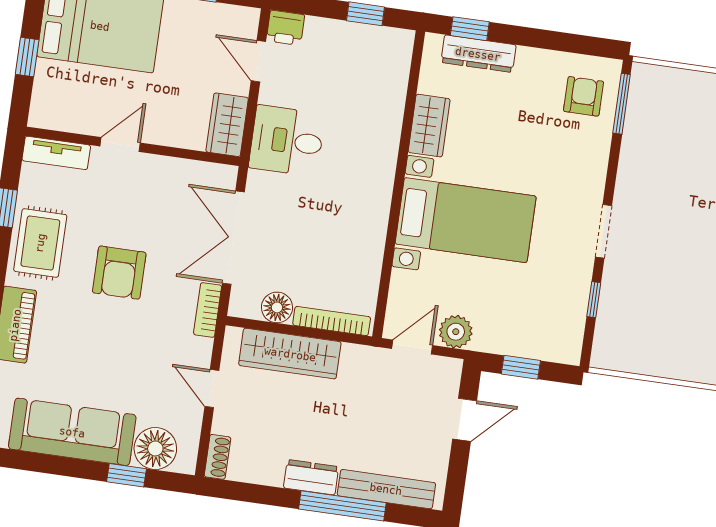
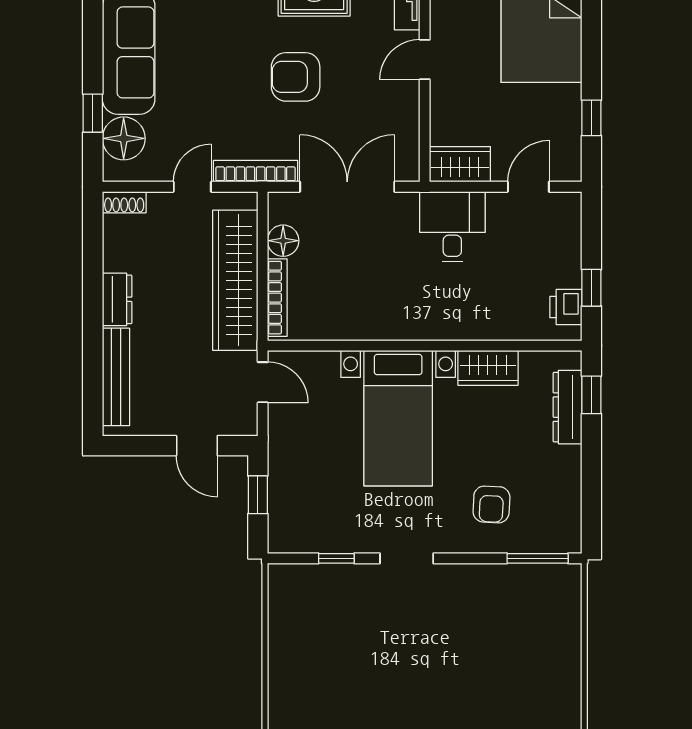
printer: (285, 28) -> (566, 307), moved
armchair: (584, 96) -> (491, 504), moved, turned 93
door: (120, 145) -> (425, 59), swing flipped
bookcase: (208, 310) -> (256, 171), width x1.56
plant: (456, 332) -> (284, 424), removed
wardrobe: (290, 354) -> (235, 280), width x1.40, depth x1.17
window: (342, 506) -> (93, 335), removed

